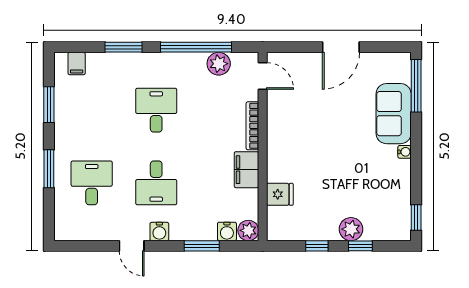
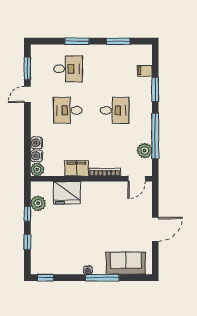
door: (341, 47) -> (155, 229), swing flipped
filing cabinet: (77, 64) -> (145, 71), moved
window: (416, 86) -> (102, 278), moved
sofa: (394, 114) -> (126, 263), moved
fridge: (280, 194) -> (67, 193), width x1.88, depth x1.34
plant: (351, 229) -> (38, 203), moved
water cooler: (159, 232) -> (37, 143), moved
window: (202, 246) -> (27, 68), moved

